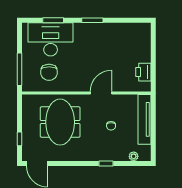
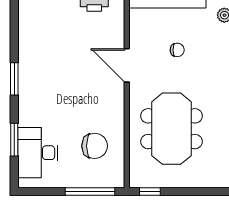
desk: (51, 39) -> (38, 153), width x0.73, depth x0.77
meeting table: (60, 122) -> (172, 129), turned 90
window: (20, 139) -> (150, 191), moved

